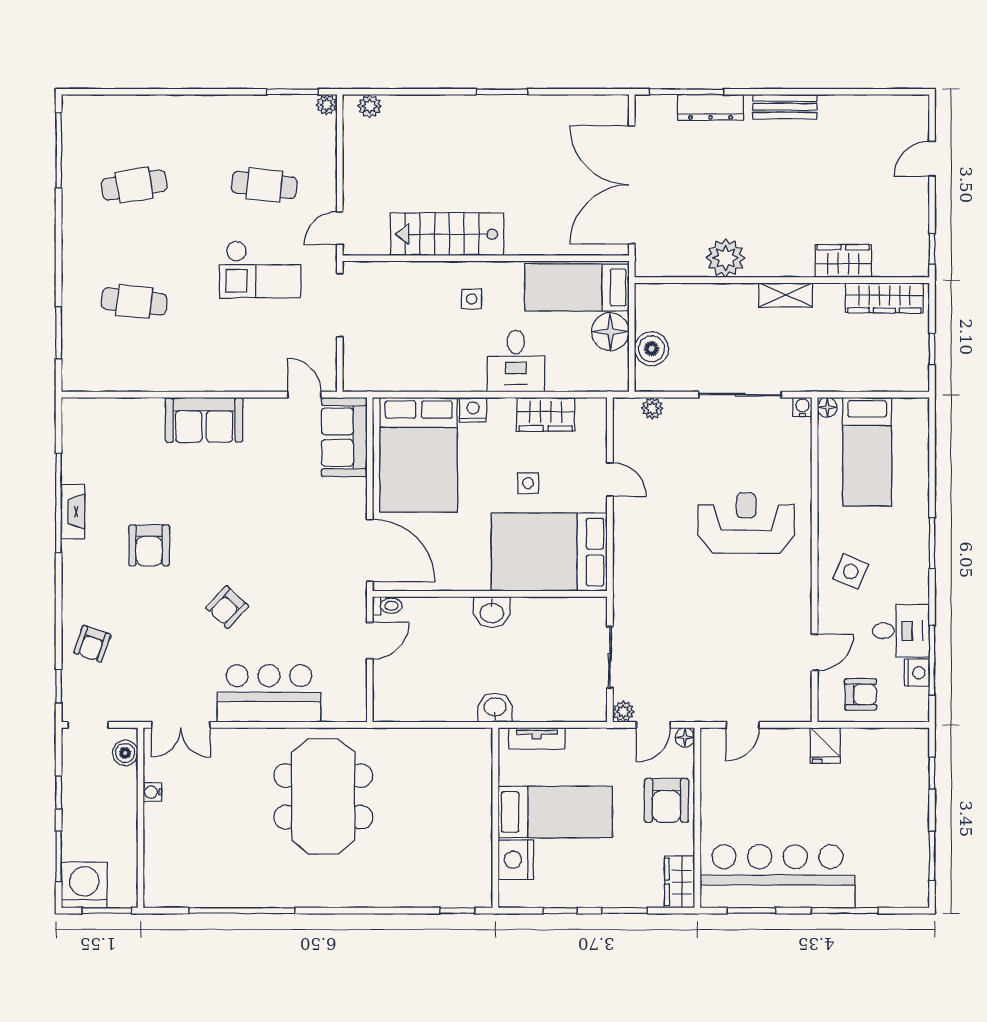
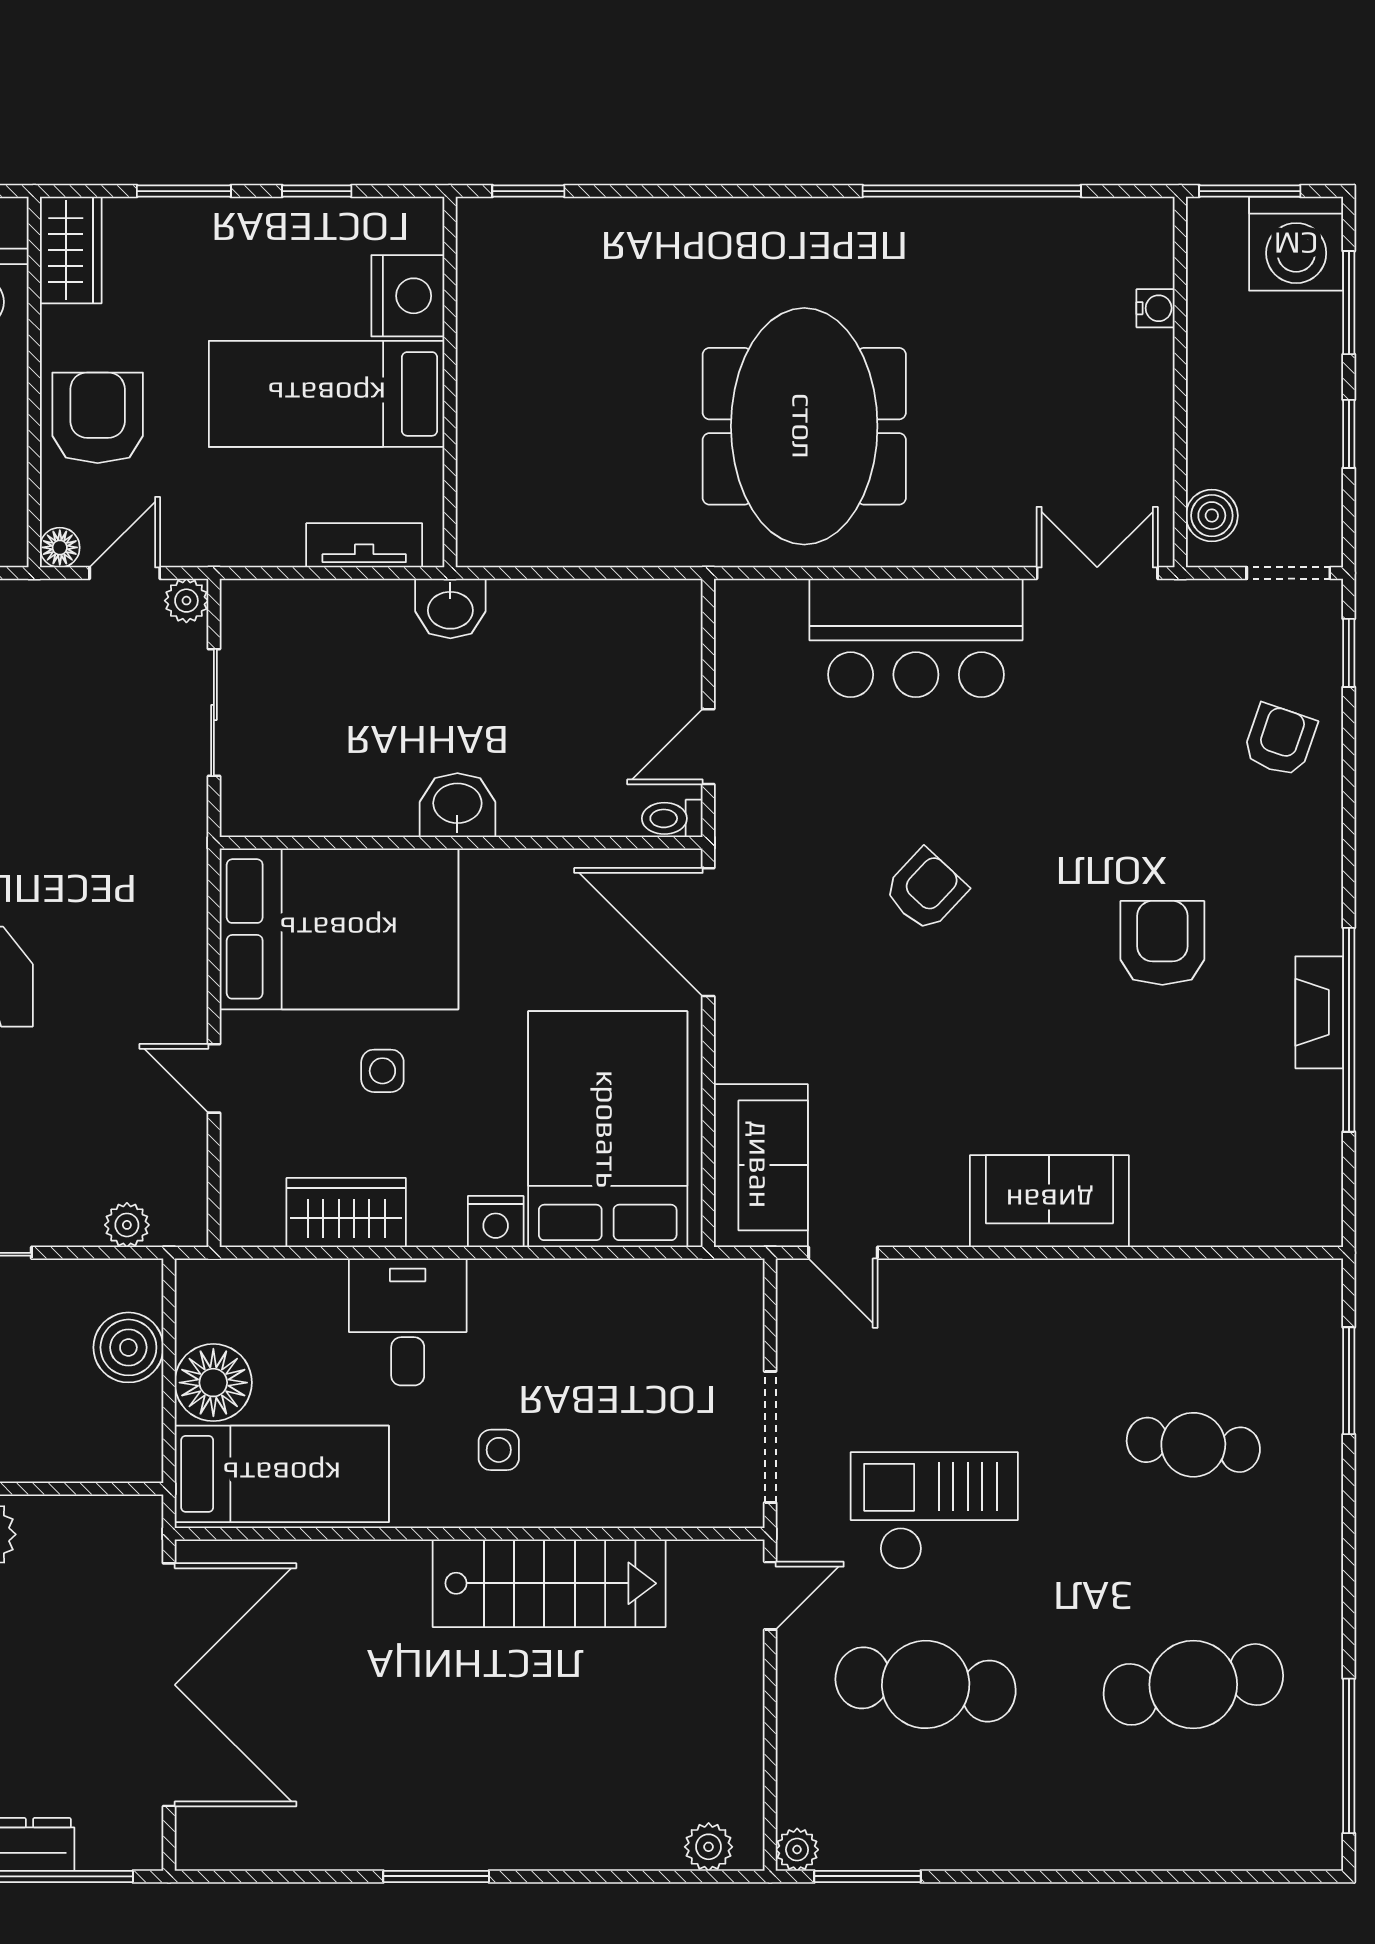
cafe table: (134, 185) -> (1193, 1684), width x1.37, depth x1.35
cafe table: (264, 185) -> (926, 1684), width x1.37, depth x1.35
armchair: (227, 607) -> (926, 890), moved
water cooler: (153, 792) -> (1156, 308), moved

